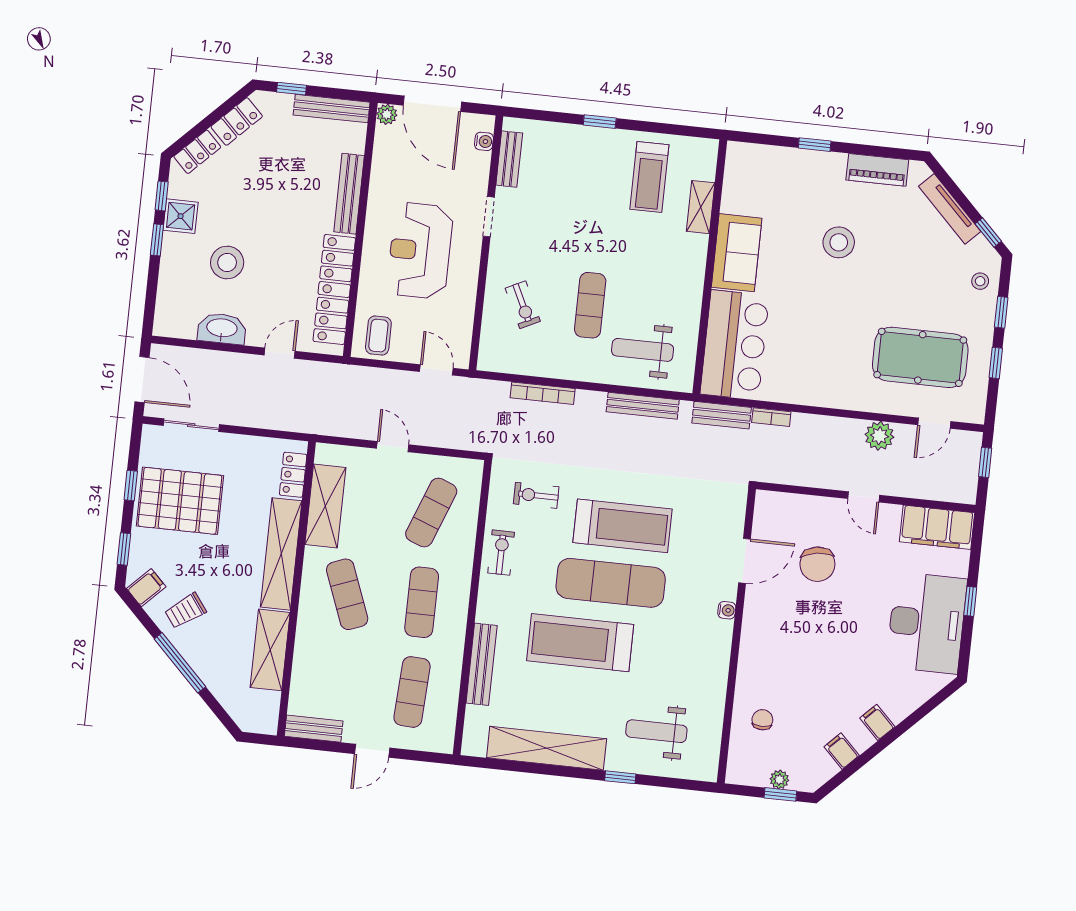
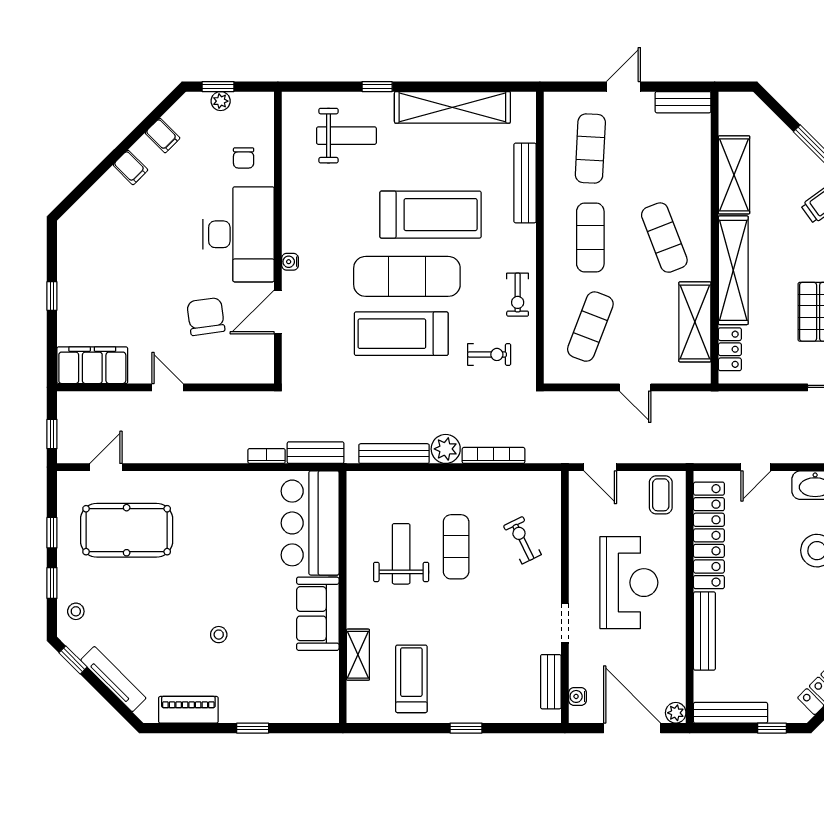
stool: (839, 242) -> (219, 635), width x0.53, depth x0.53
weight bench: (643, 350) -> (401, 554), moved, turned -90
plant: (879, 436) -> (446, 449), moved
desk: (927, 623) -> (239, 234), moved, turned 180

